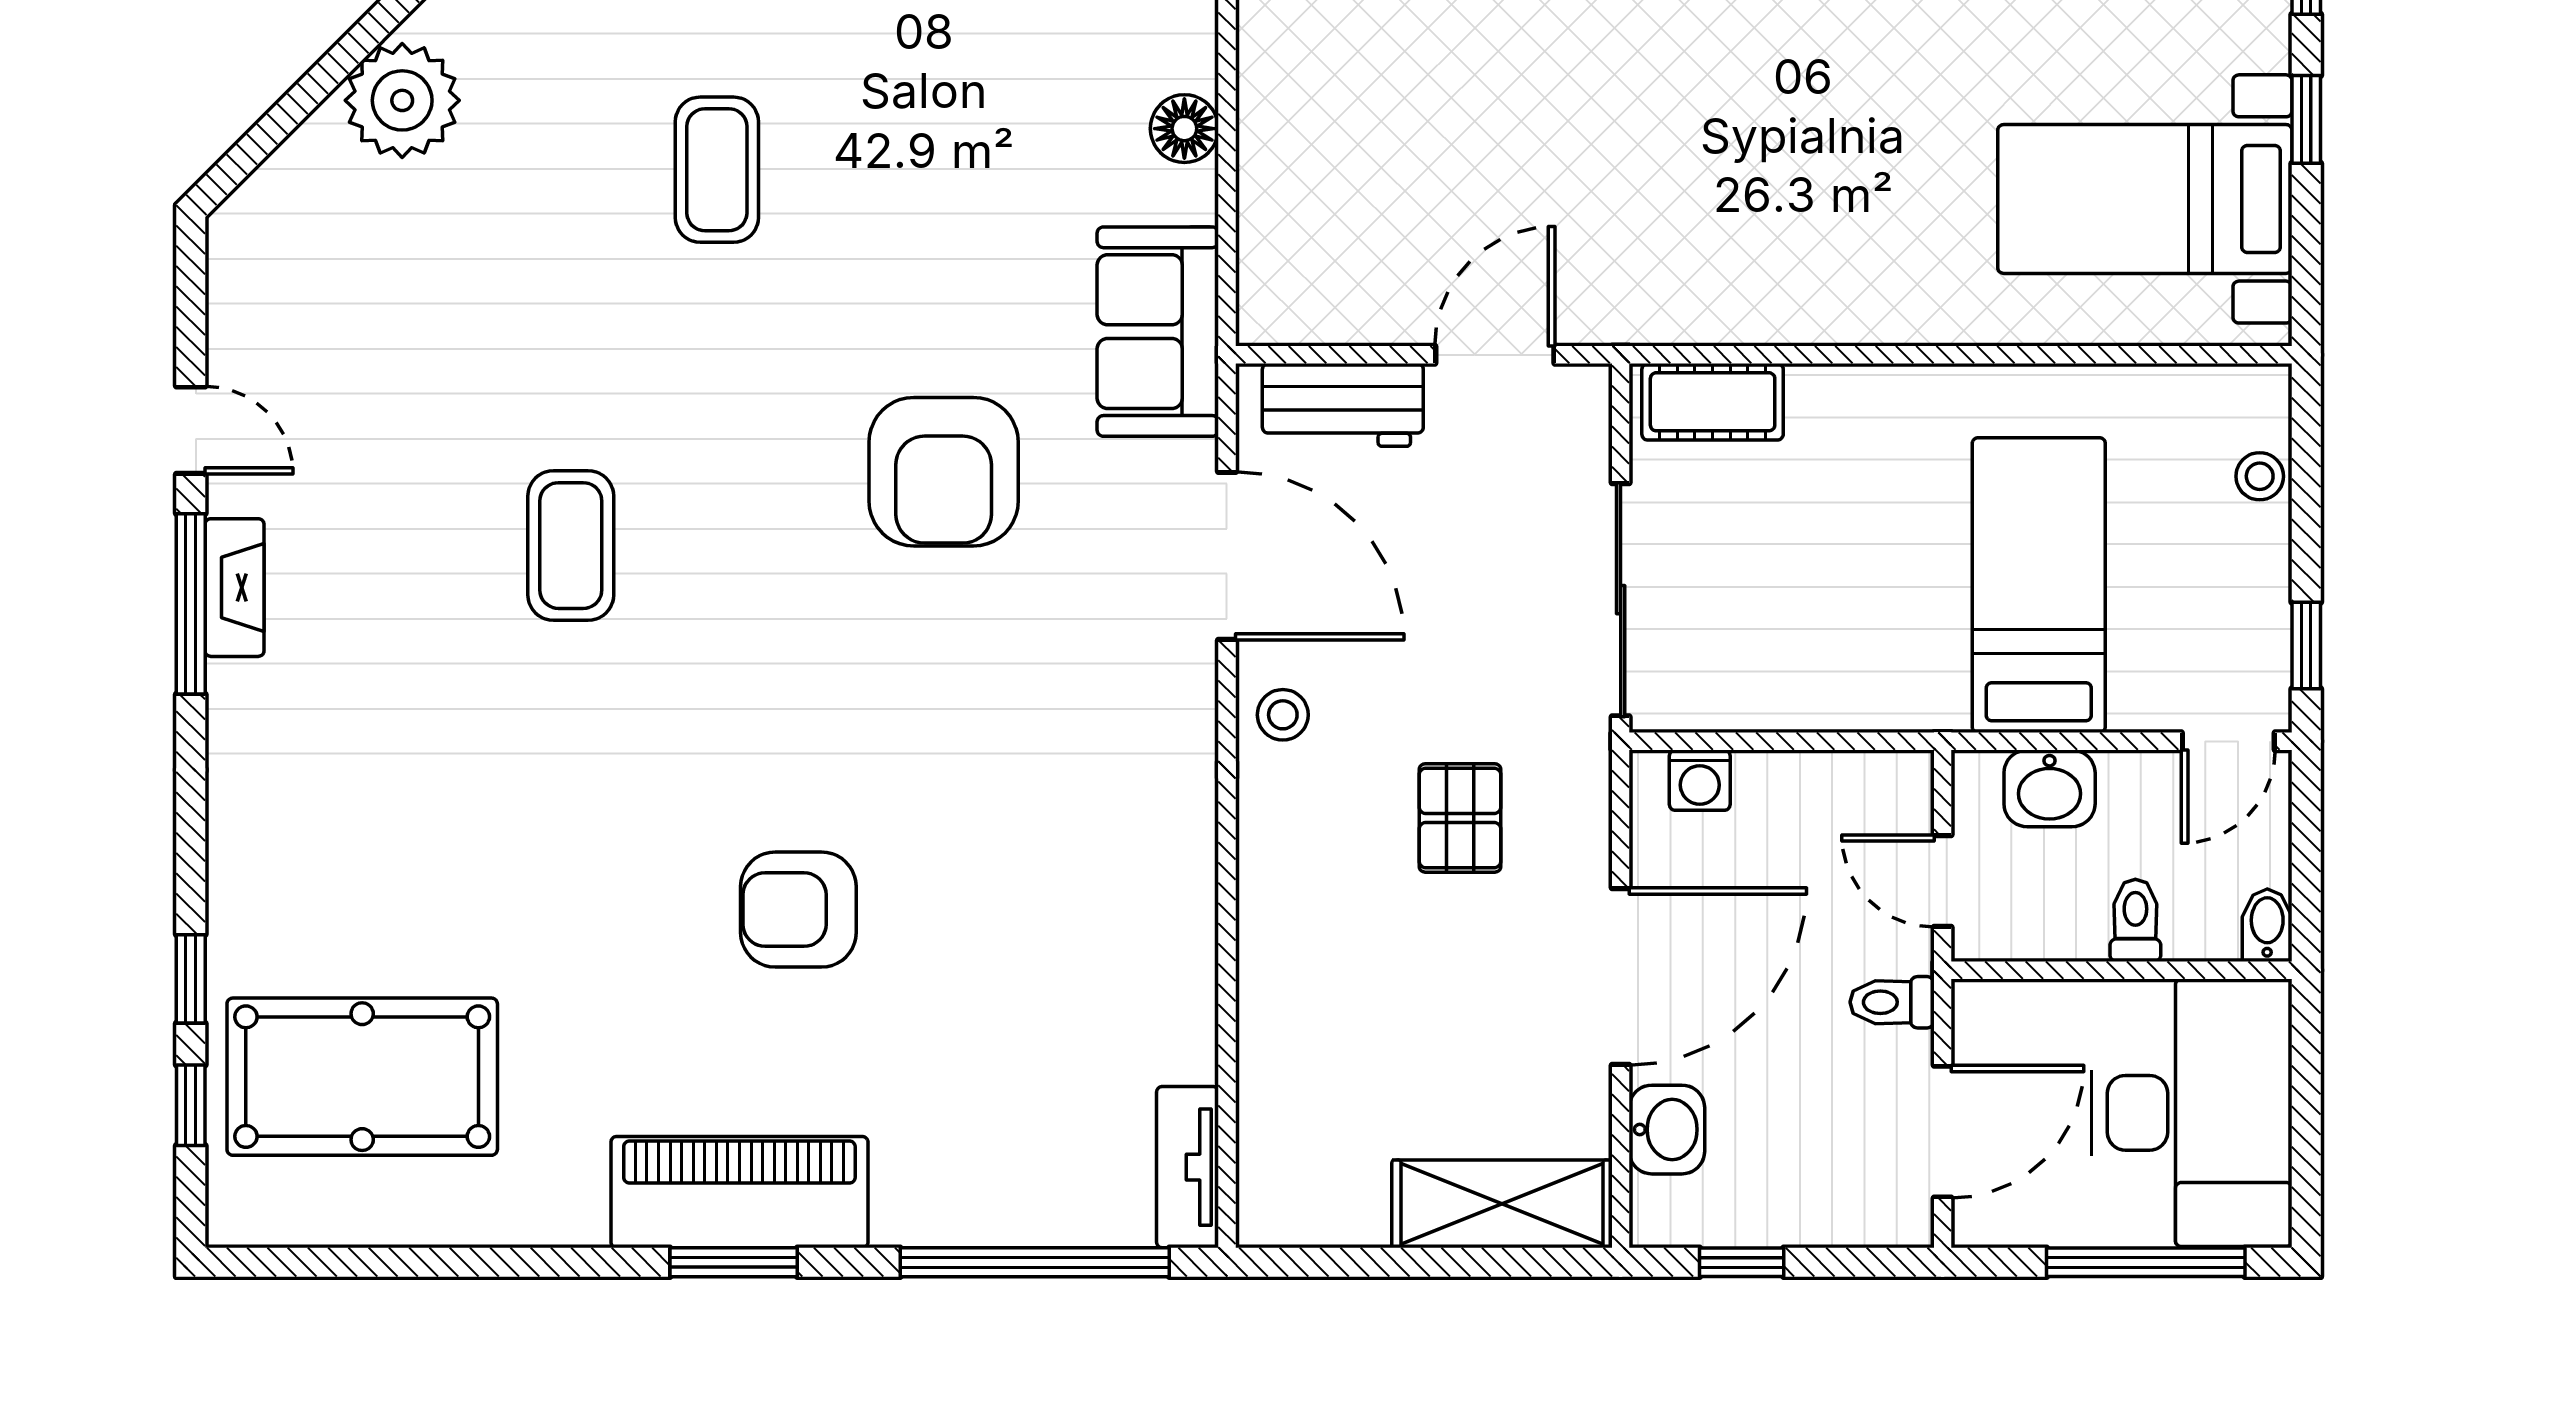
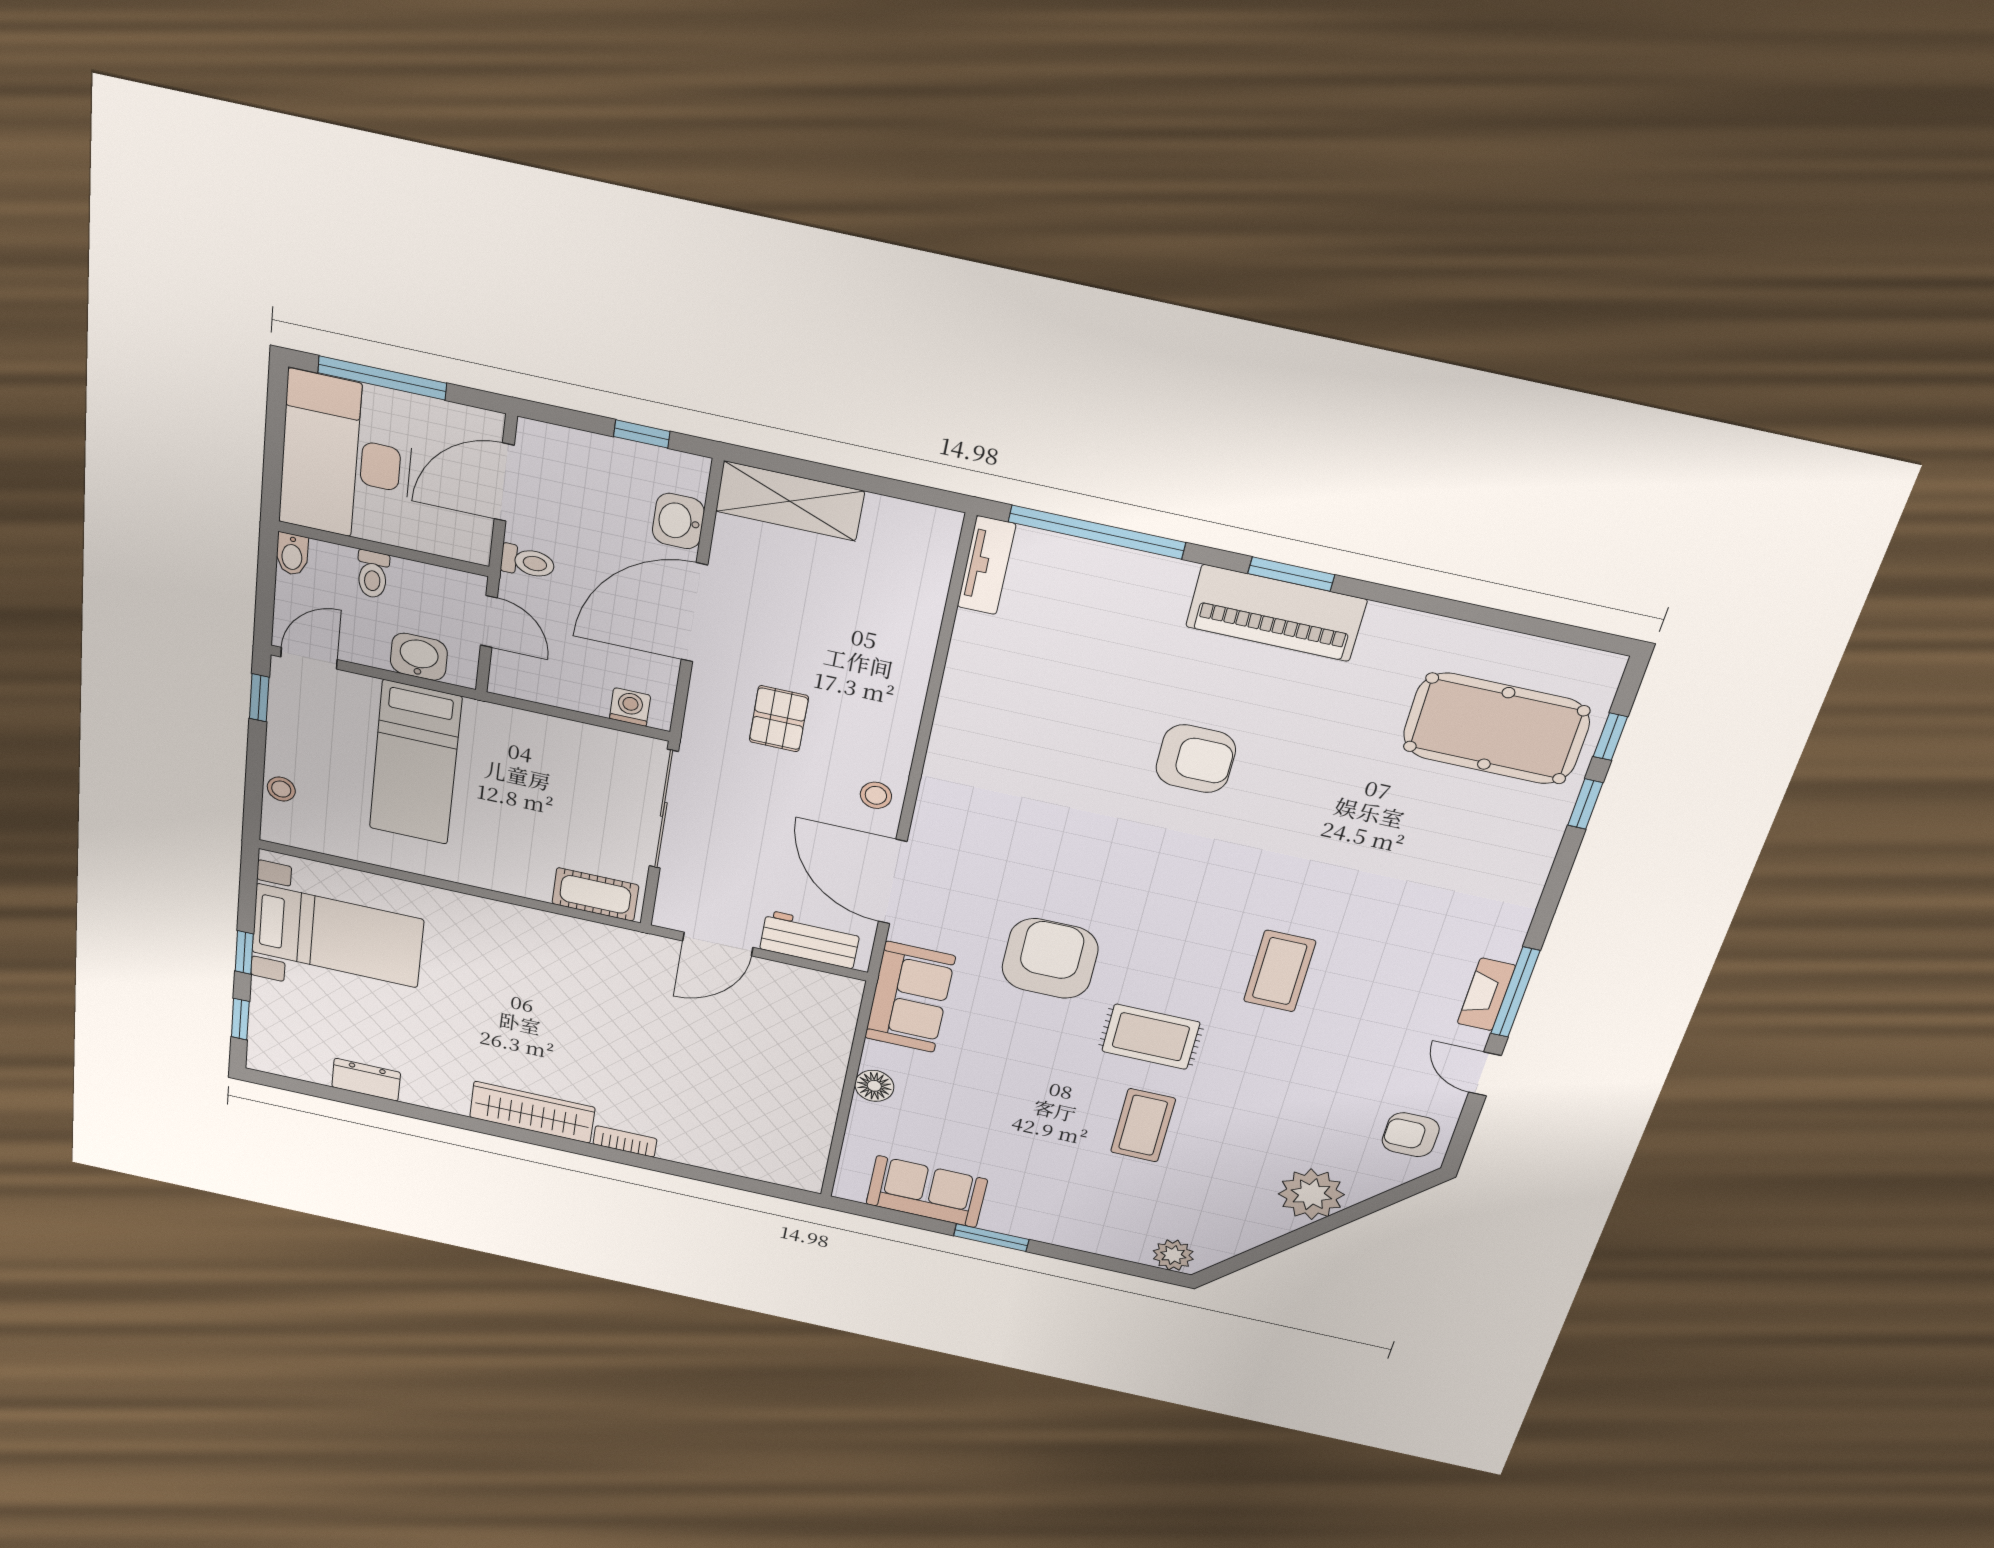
armchair: (274, 273) -> (1411, 1135), added
rug: (746, 358) -> (1151, 1037), added

